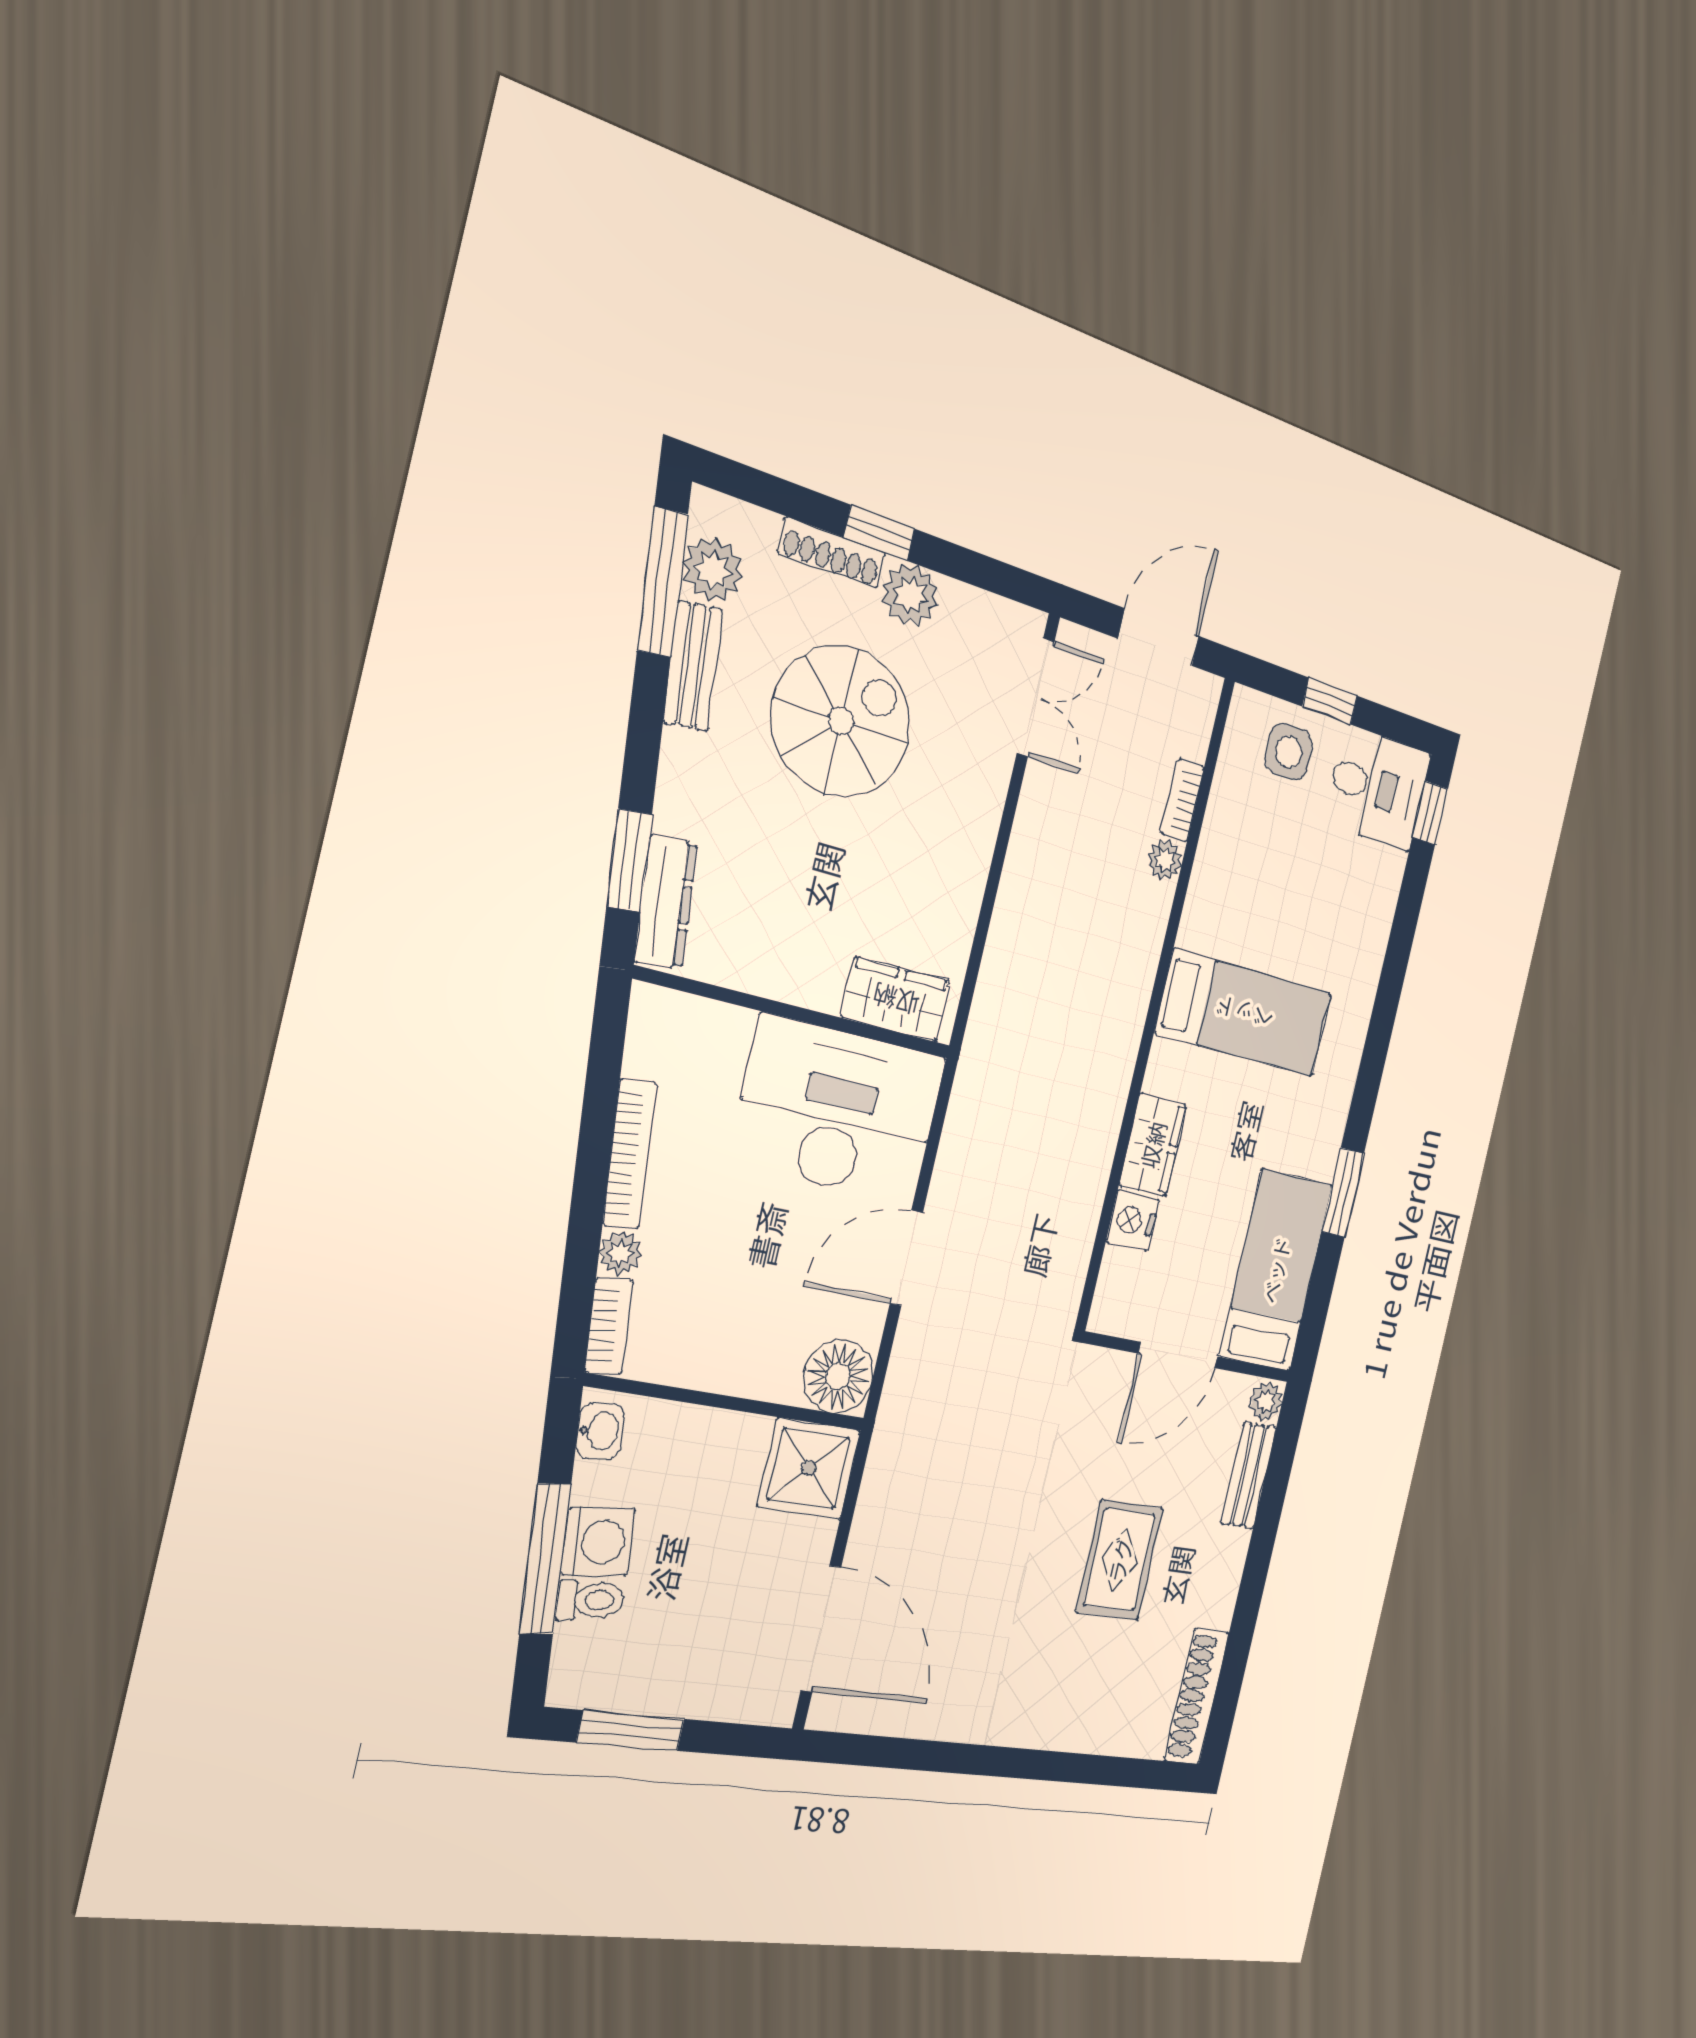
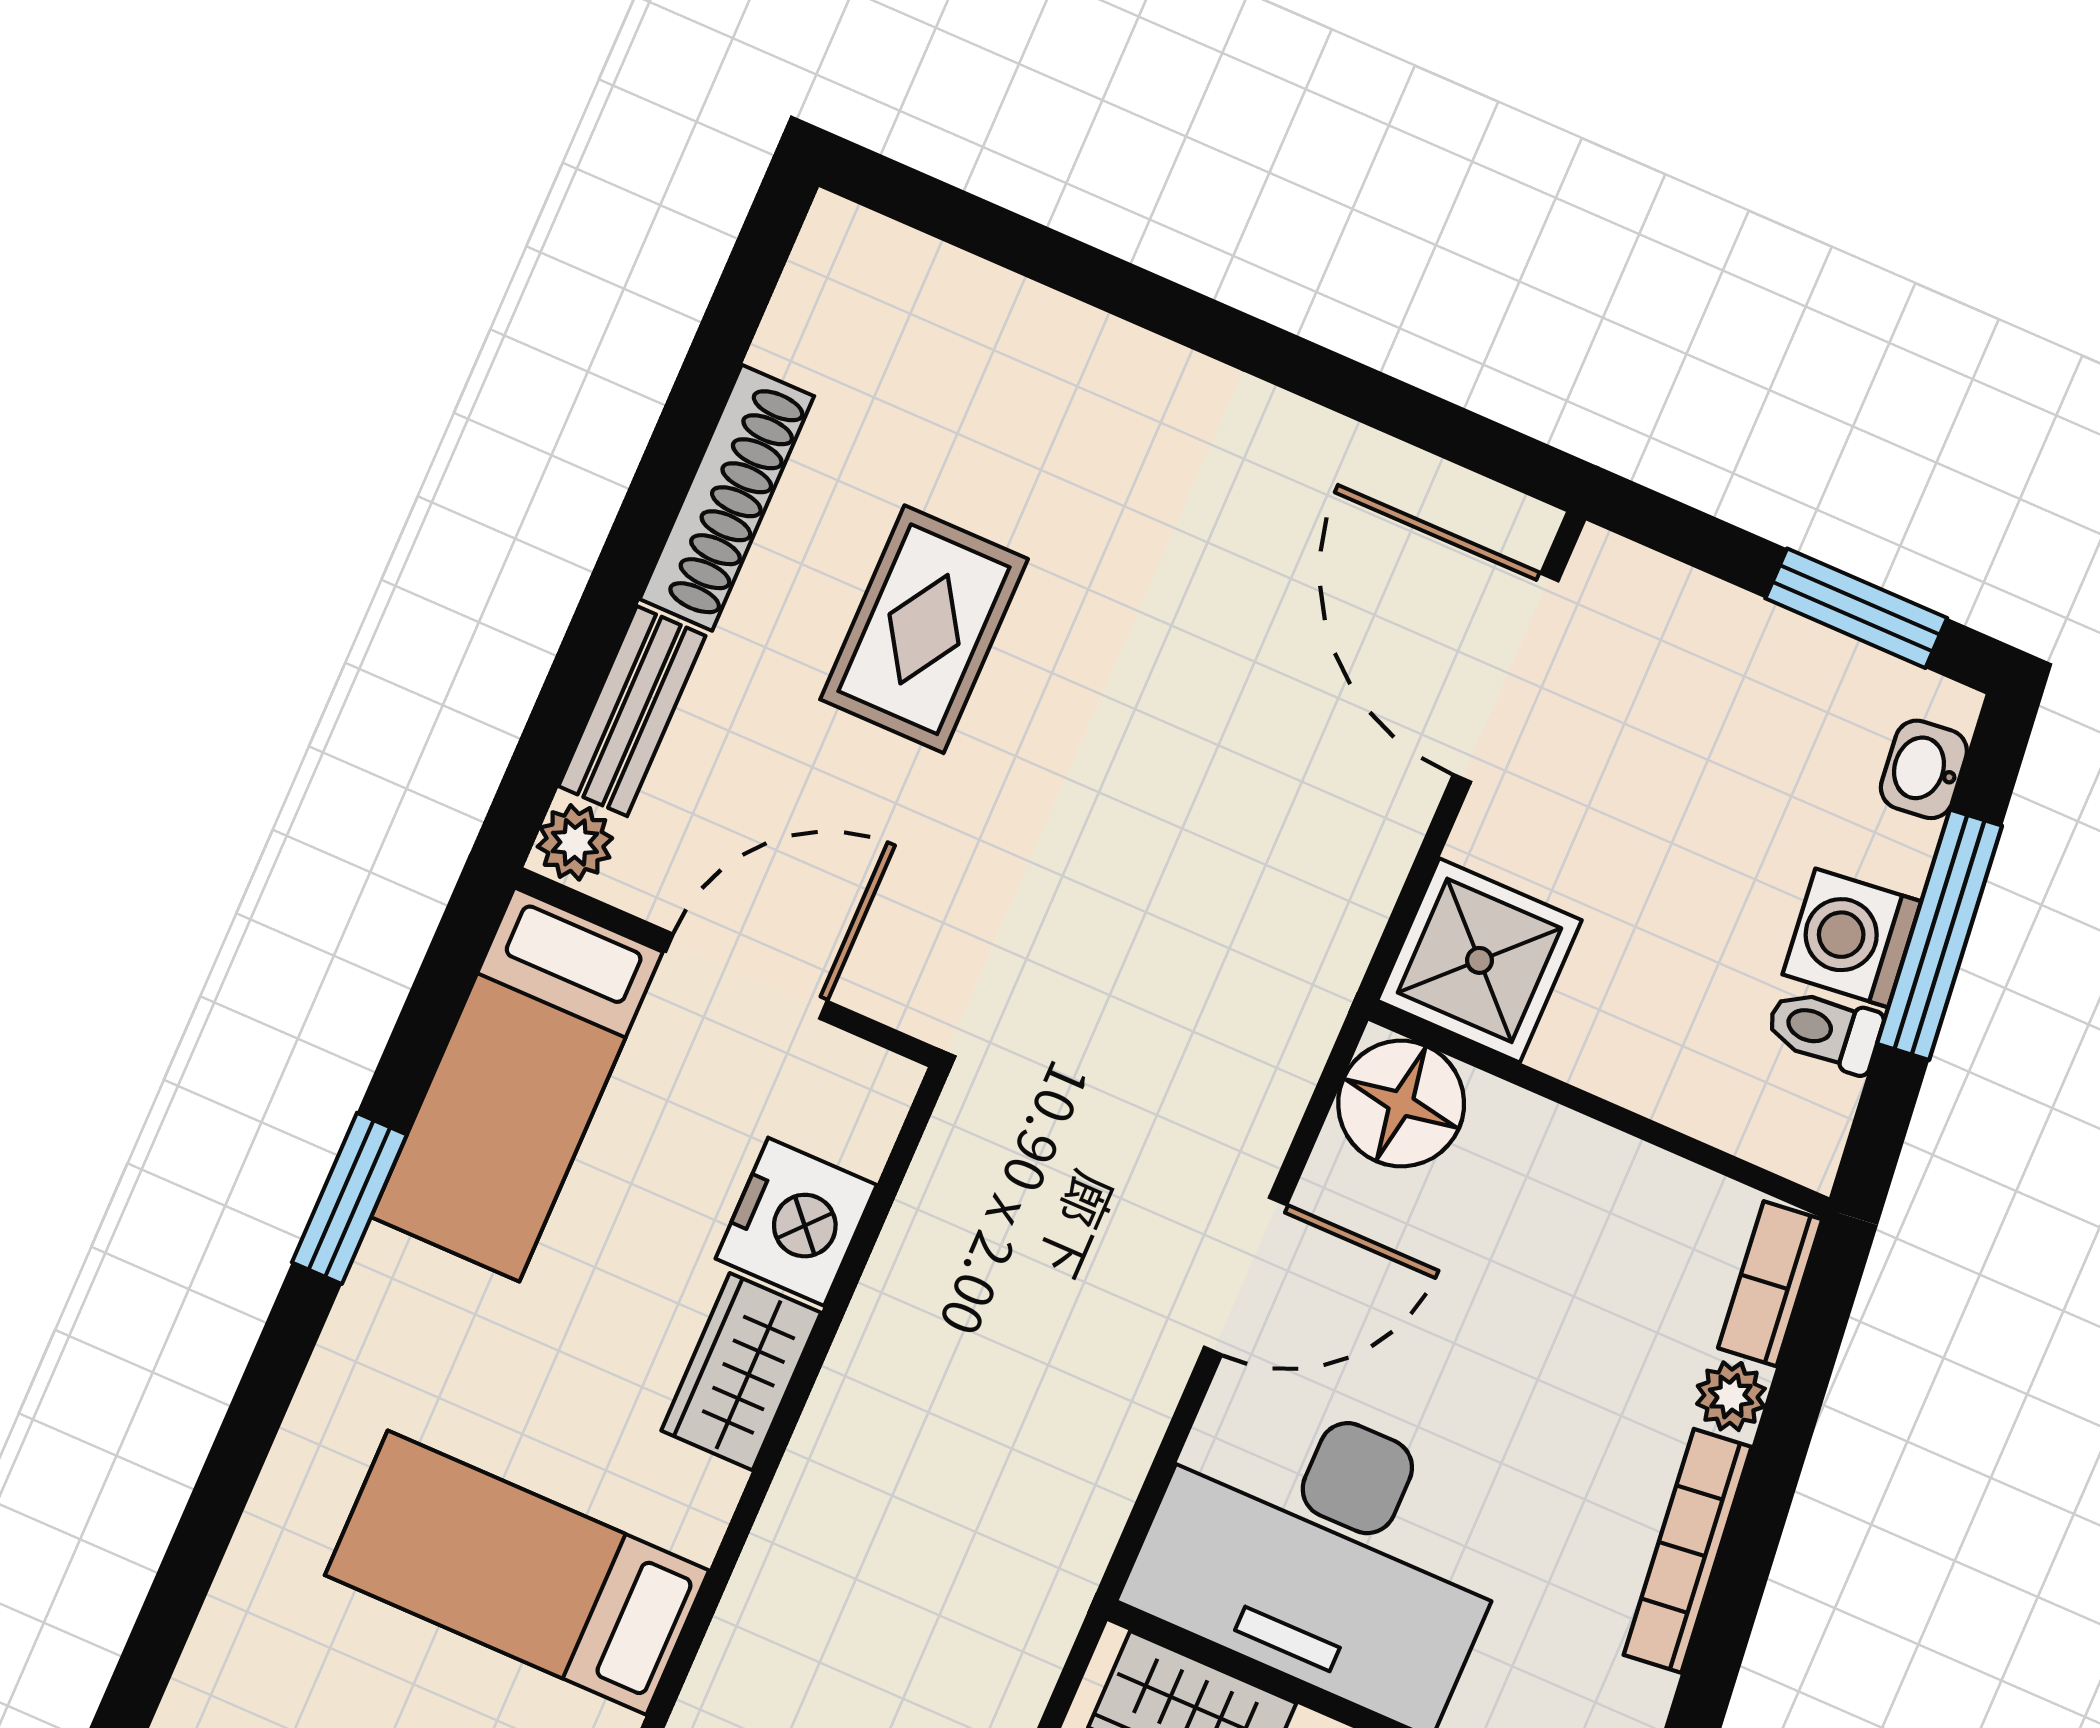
nightstand: (1133, 1221) -> (796, 1222), width x1.36, depth x1.33
washbasin: (600, 1431) -> (1924, 769), moved
toilet: (590, 1600) -> (1824, 1030), moved
shoe rack: (1197, 1696) -> (727, 498), moved

